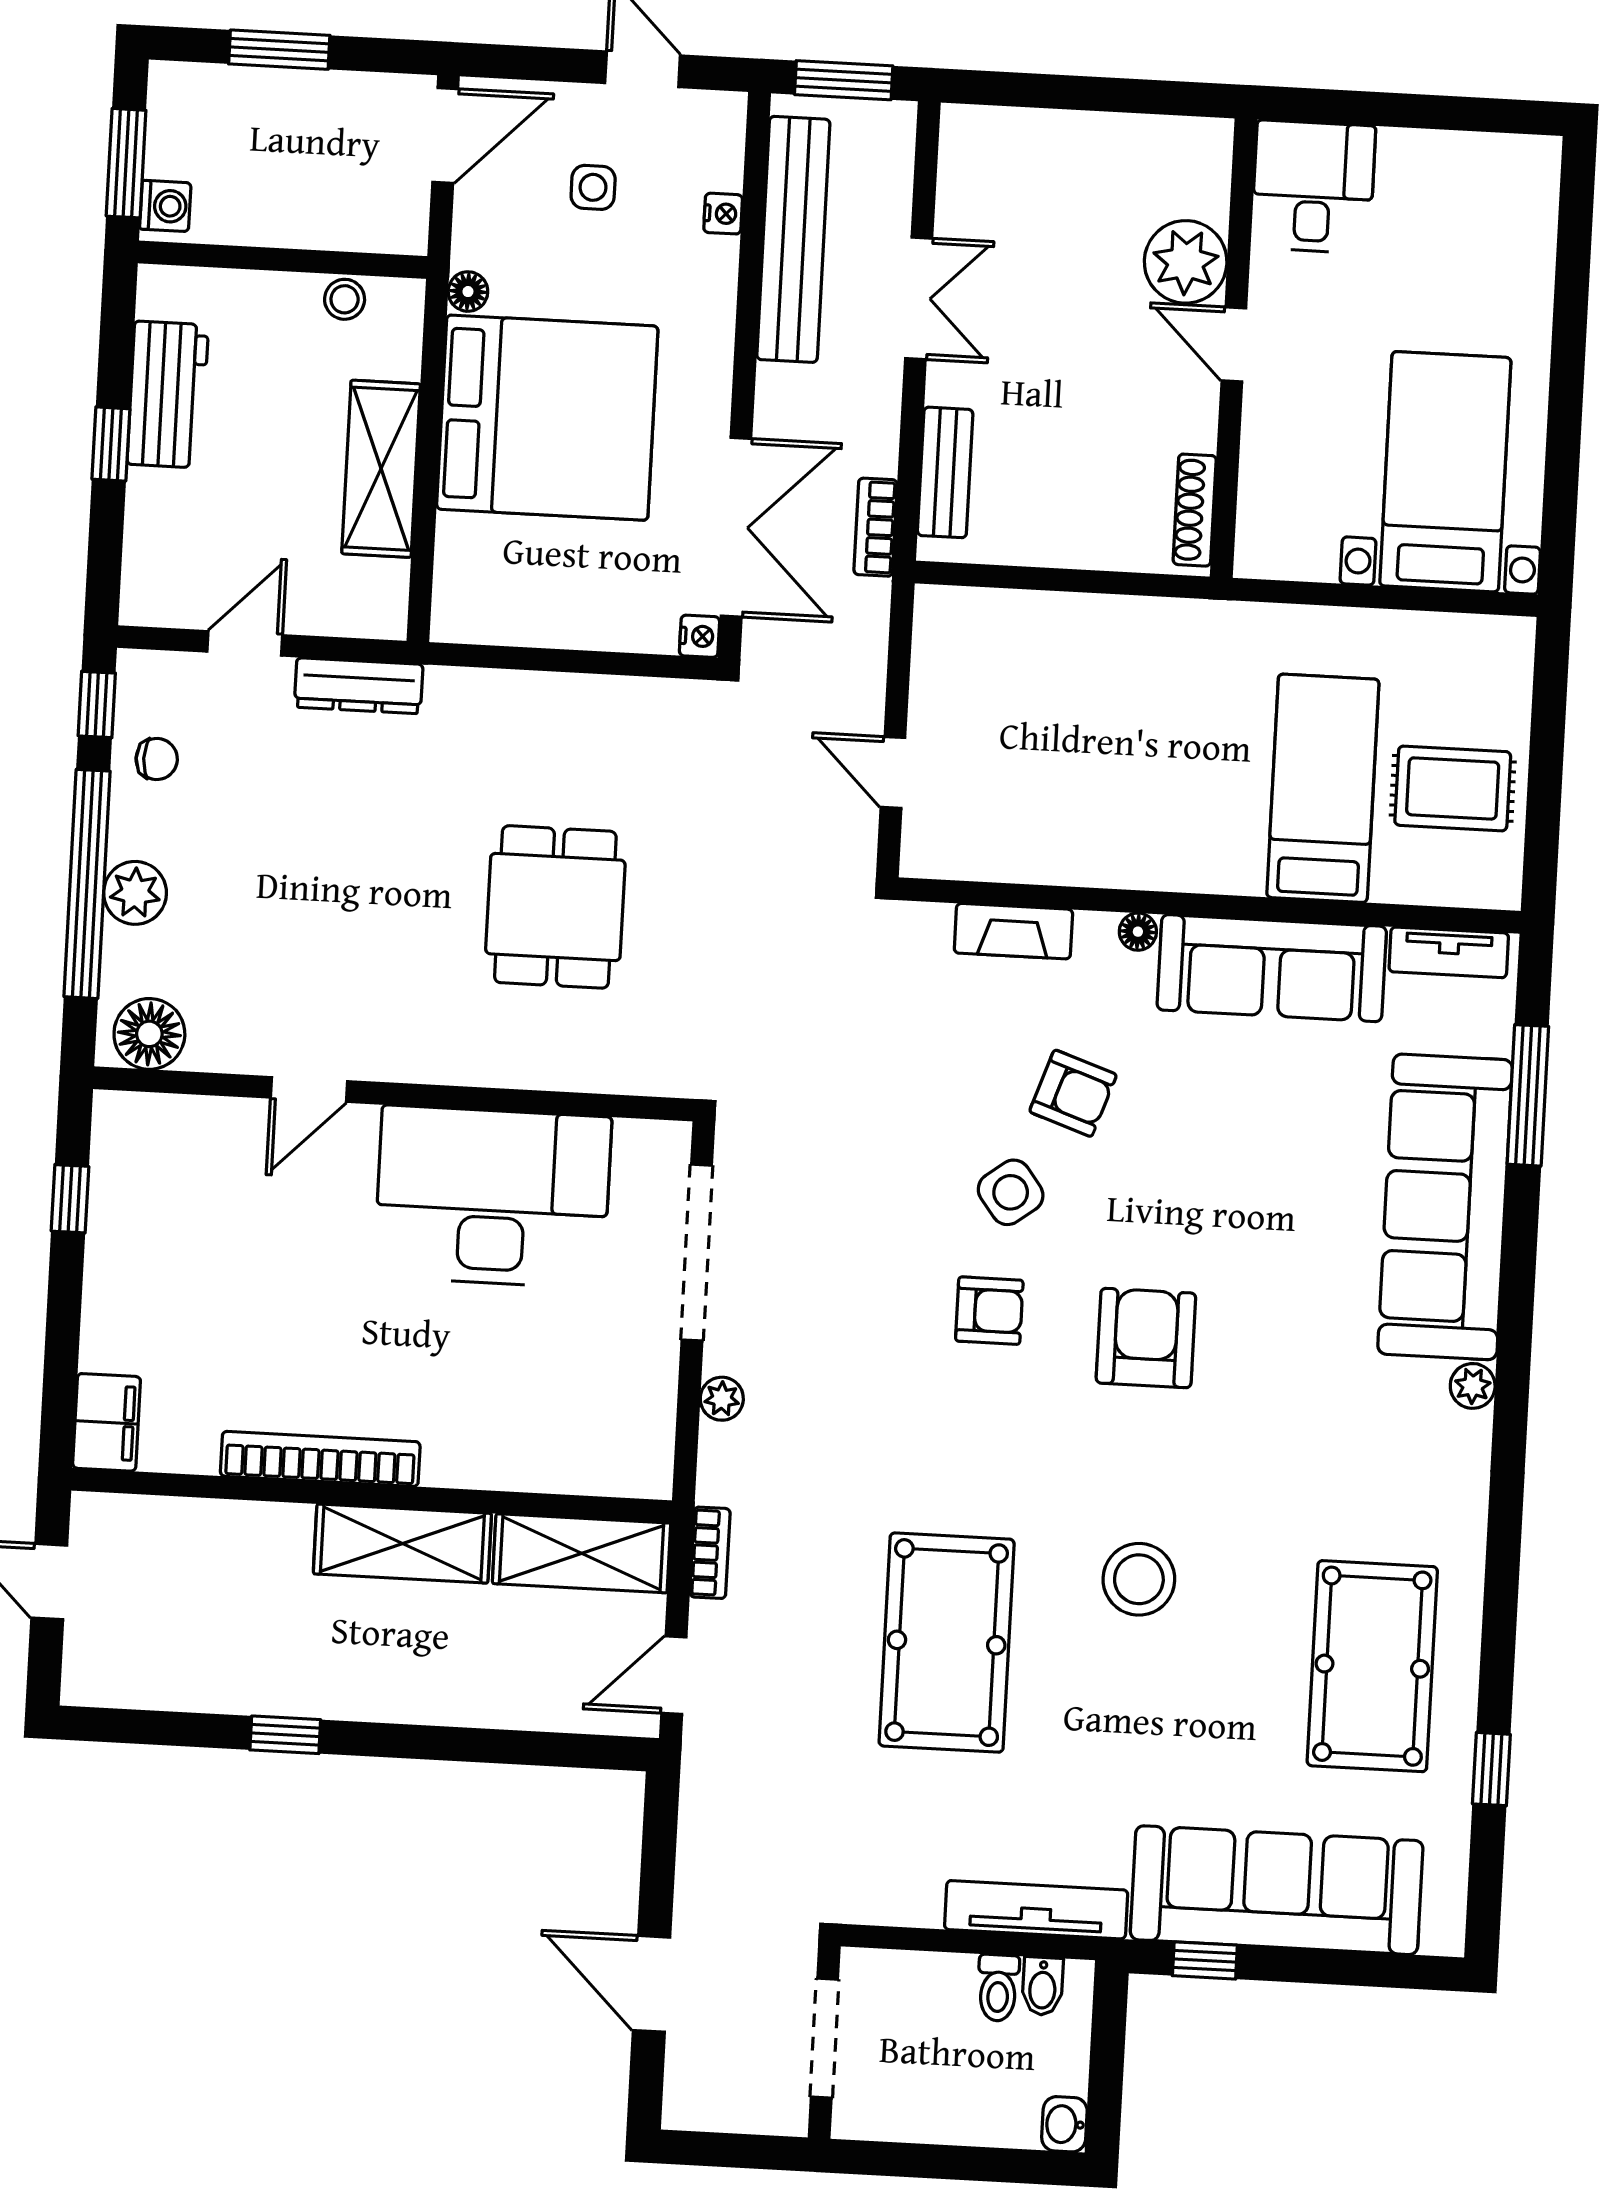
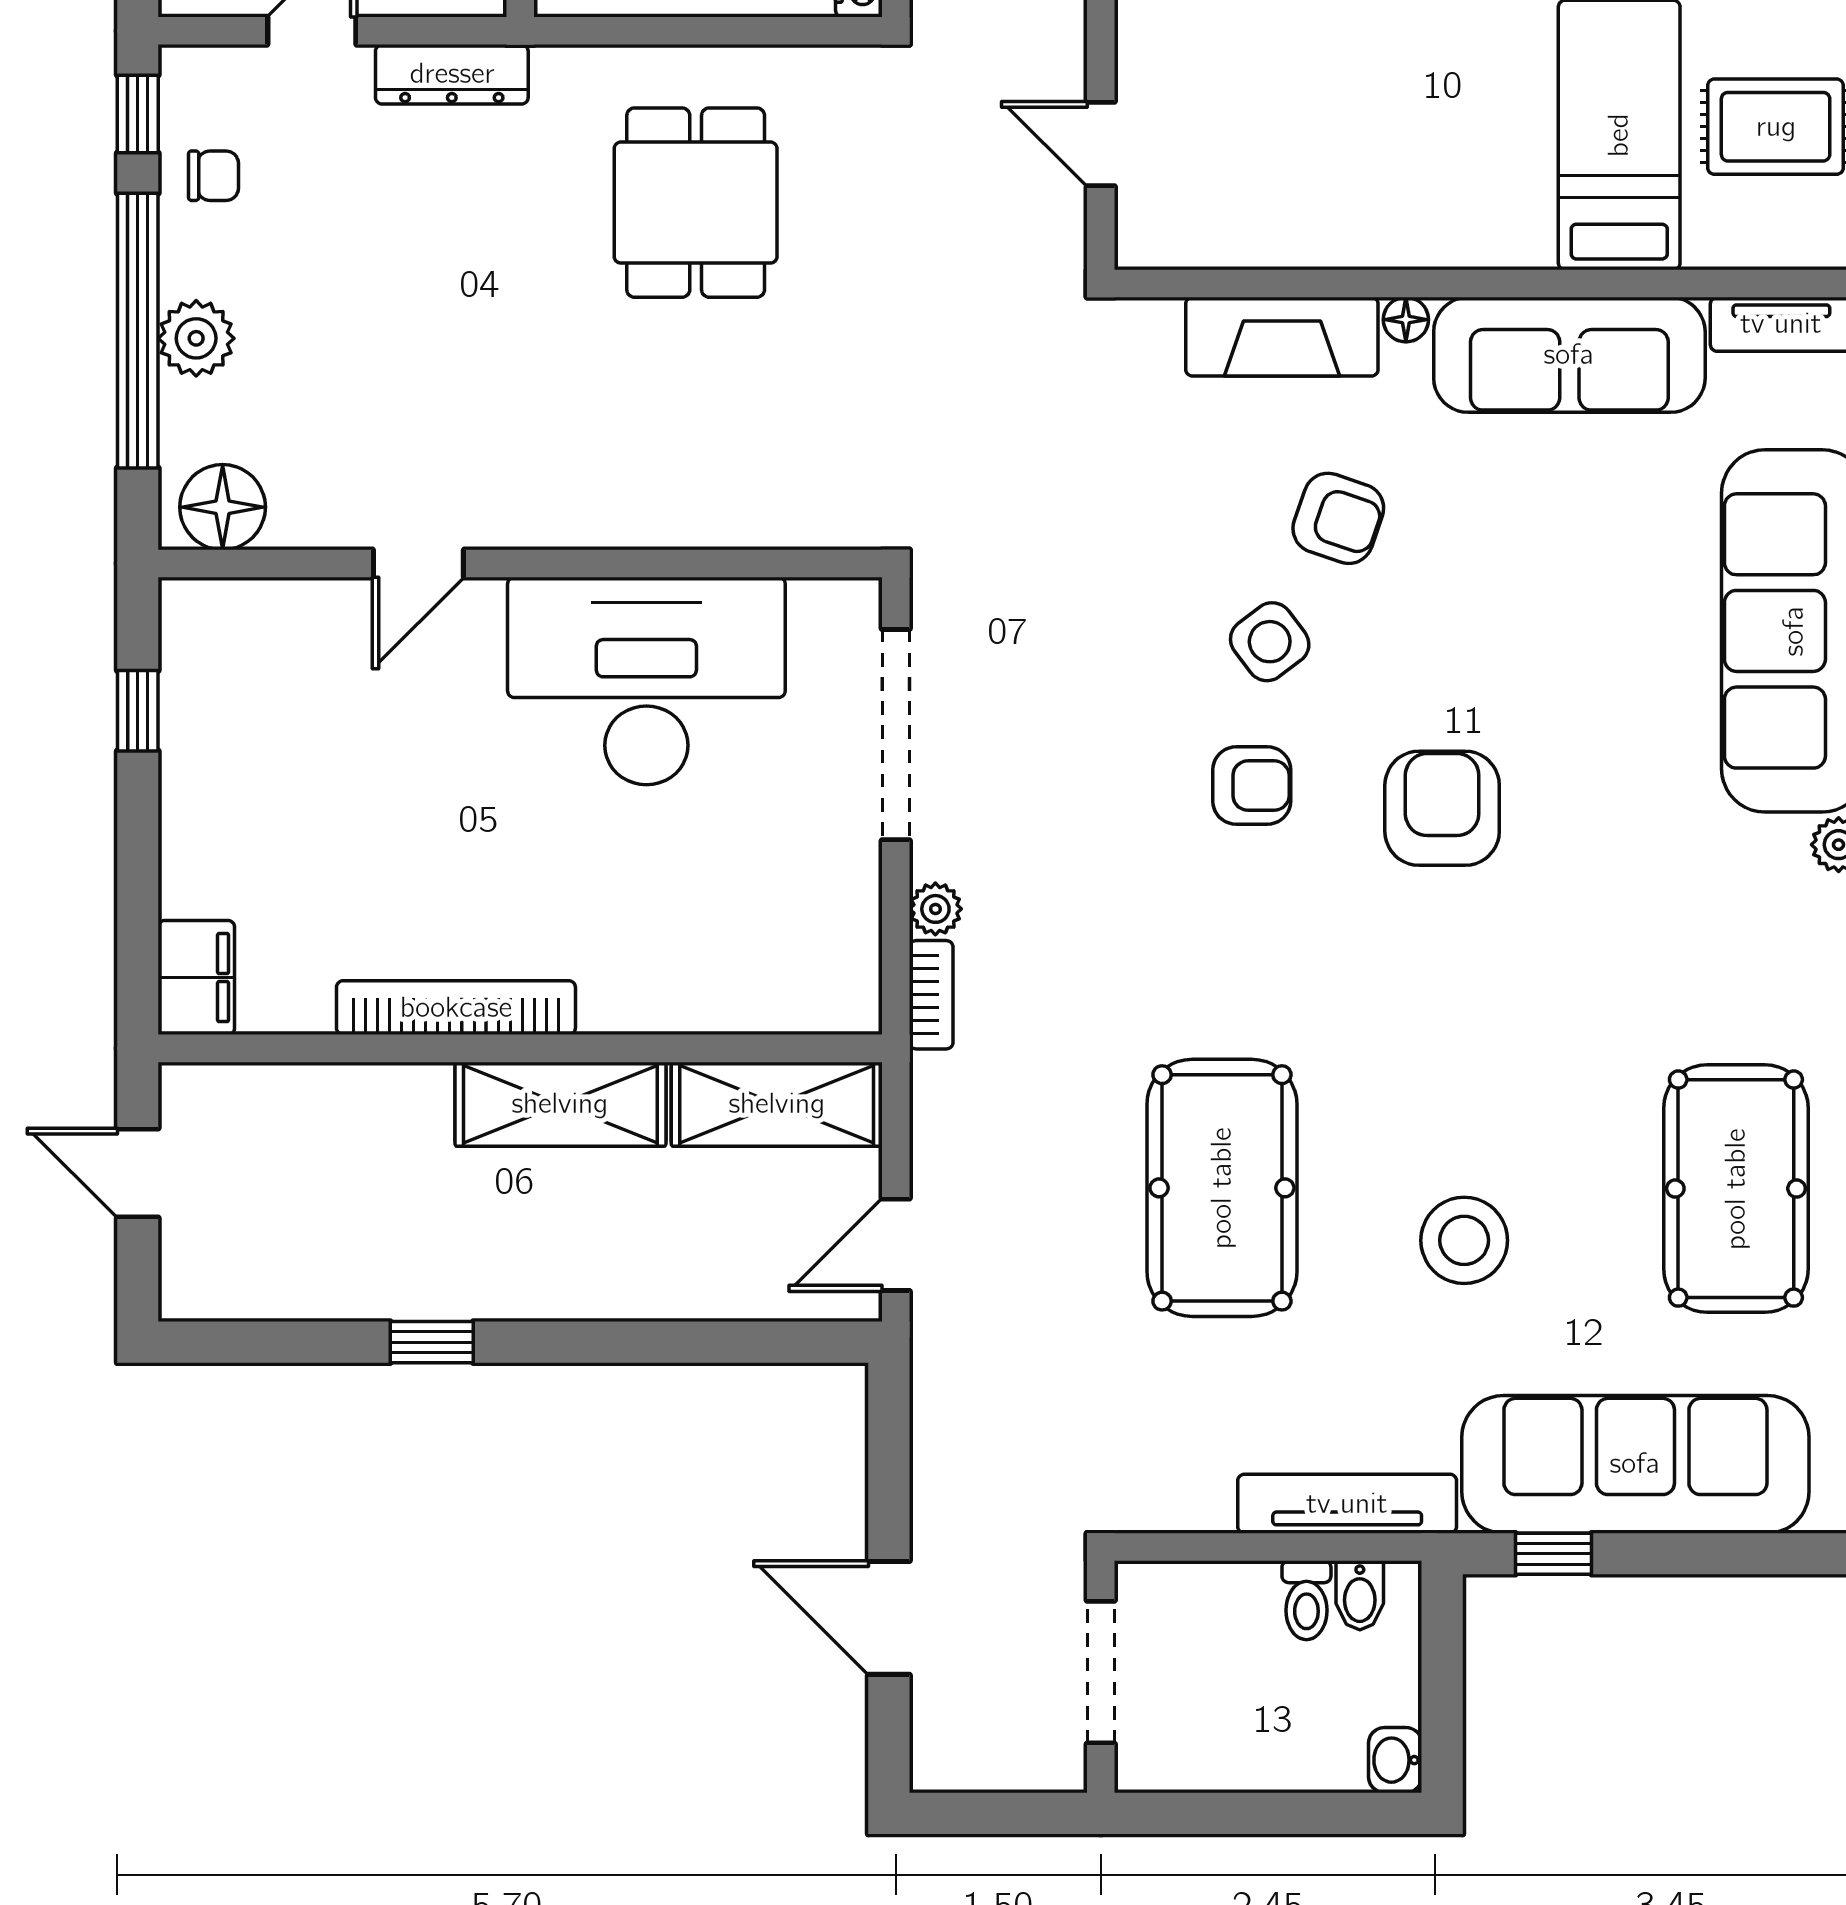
dining table: (555, 907) -> (696, 203), moved
fireplace: (1013, 931) -> (1282, 337), width x1.37, depth x1.32
bookcase: (710, 1553) -> (931, 995), moved
stool: (1139, 1579) -> (1464, 1240), moved

